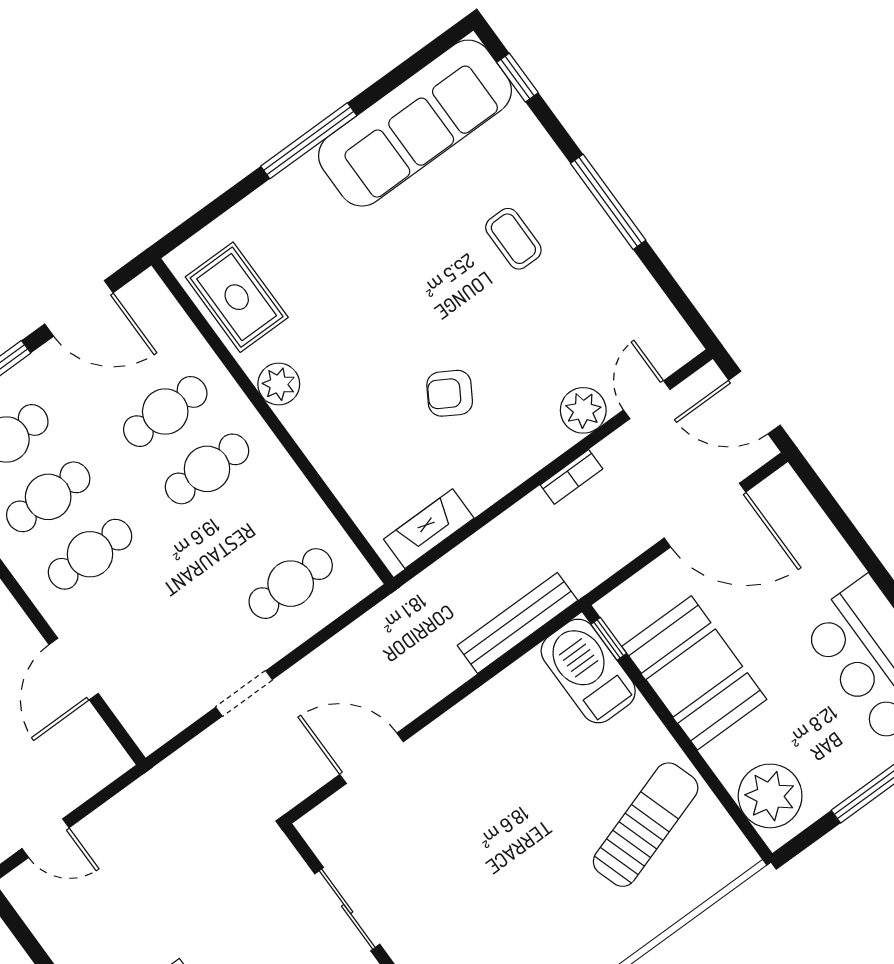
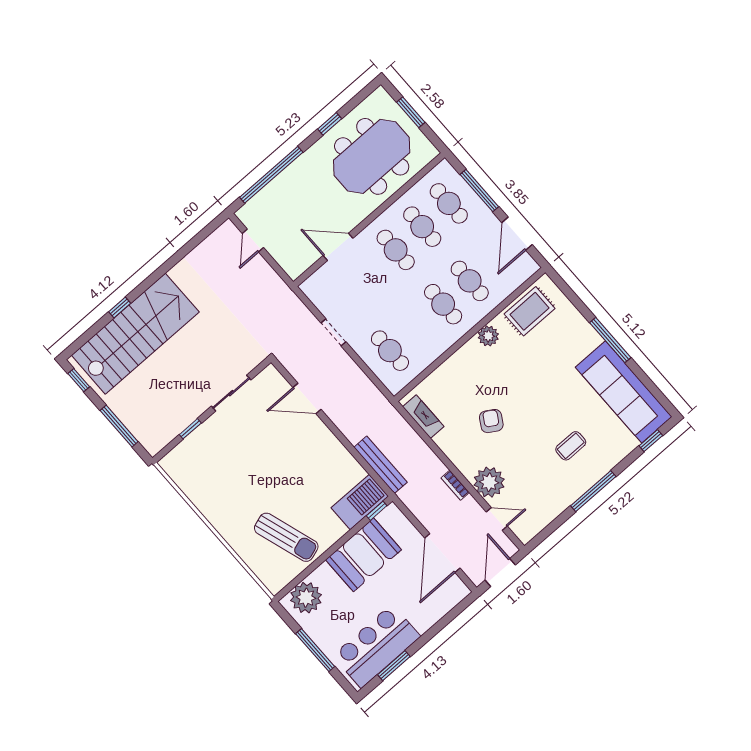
plant: (583, 410) -> (489, 482), width x1.36, depth x1.36
door: (372, 758) -> (307, 398), swing flipped

